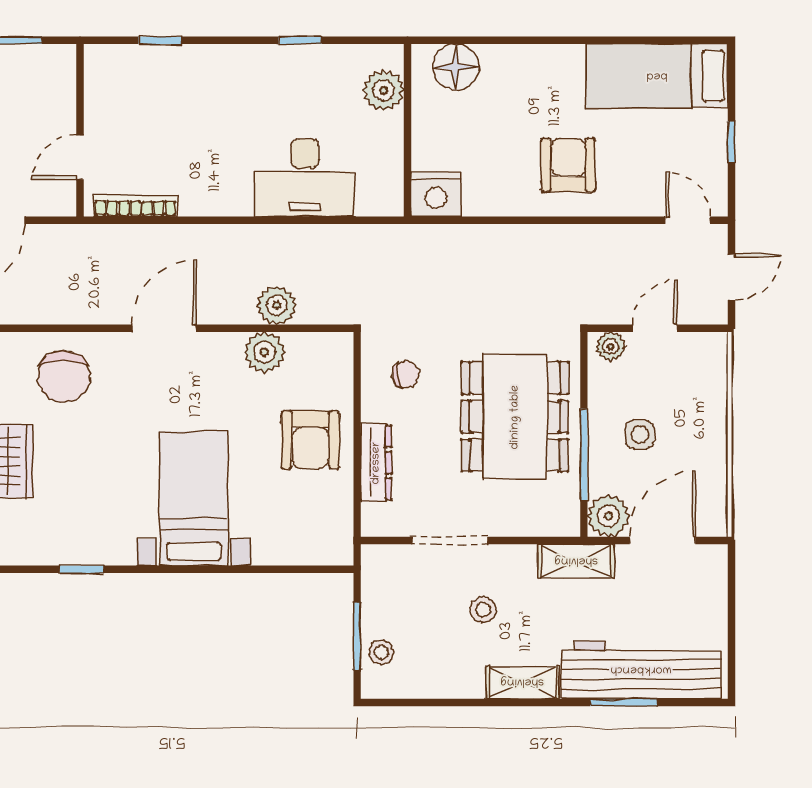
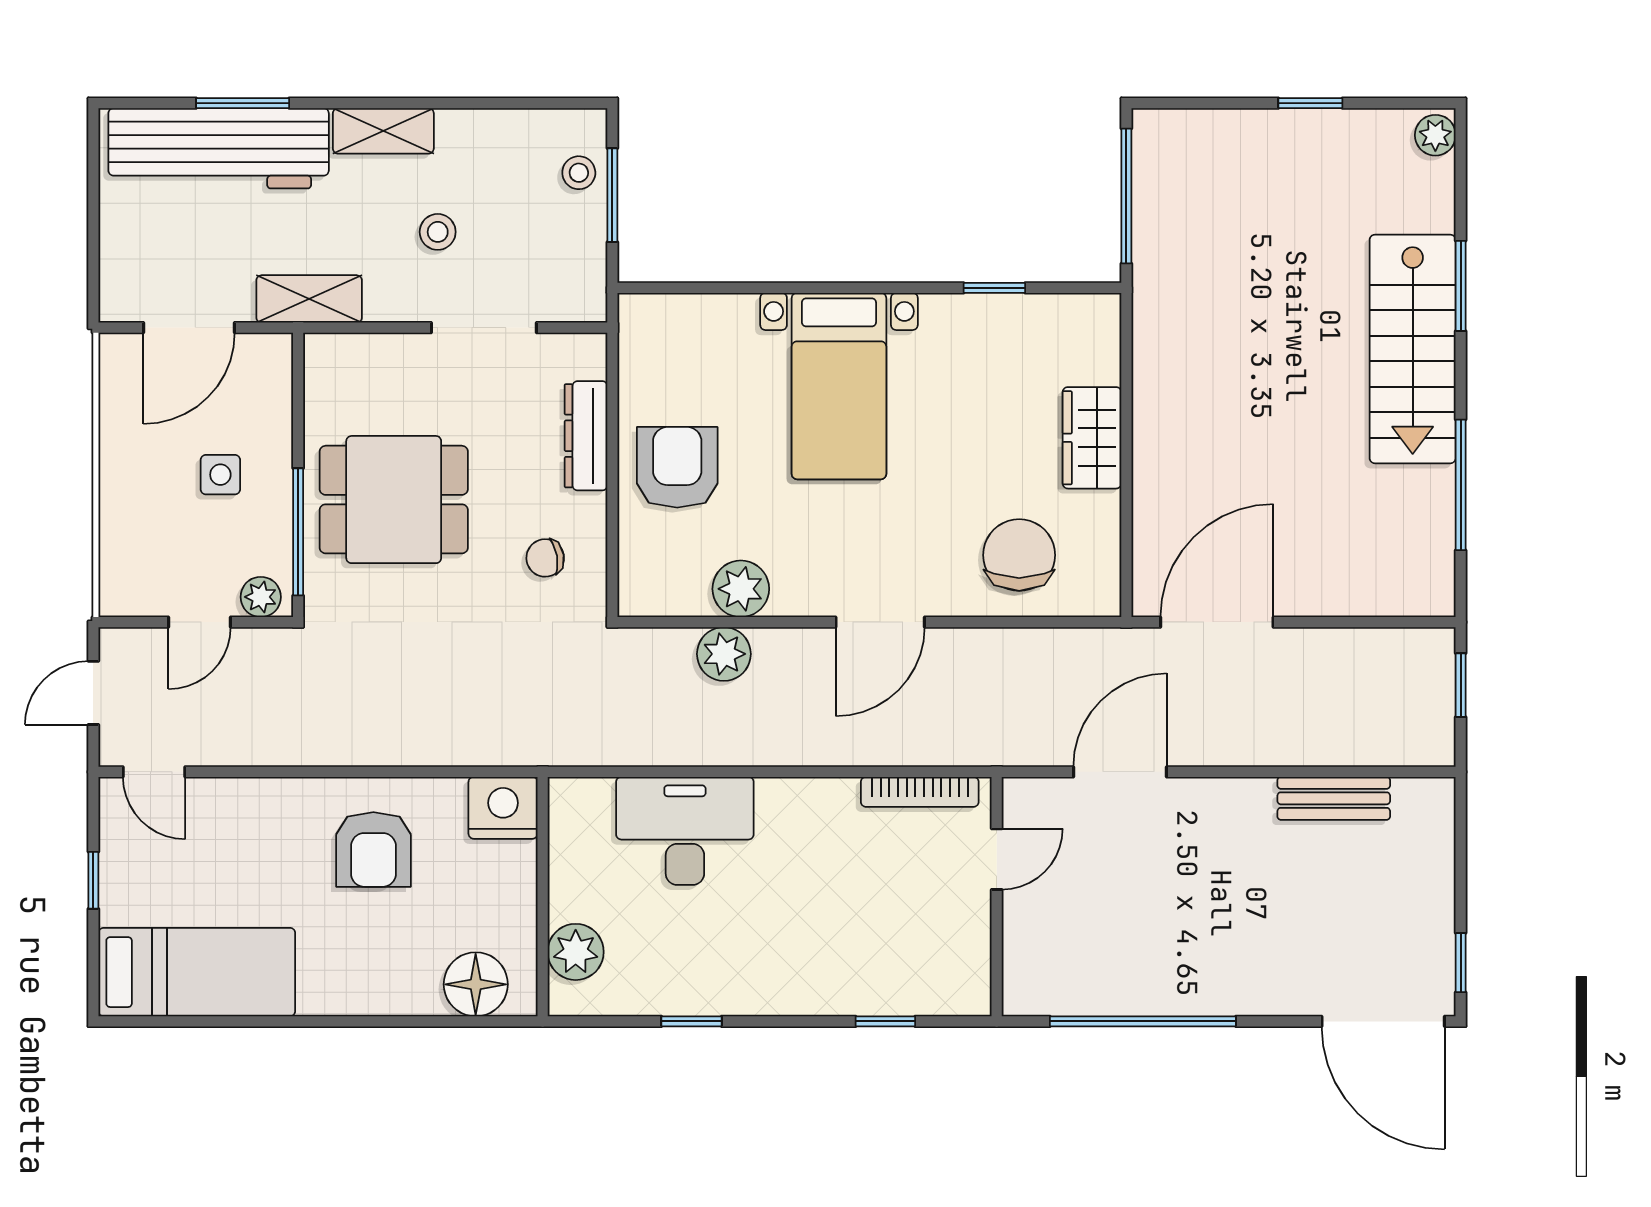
armchair: (568, 165) -> (373, 849), moved
dining table: (515, 417) -> (394, 500), width x0.73
window: (584, 455) -> (298, 532), moved
plant: (608, 516) -> (264, 362), removed

